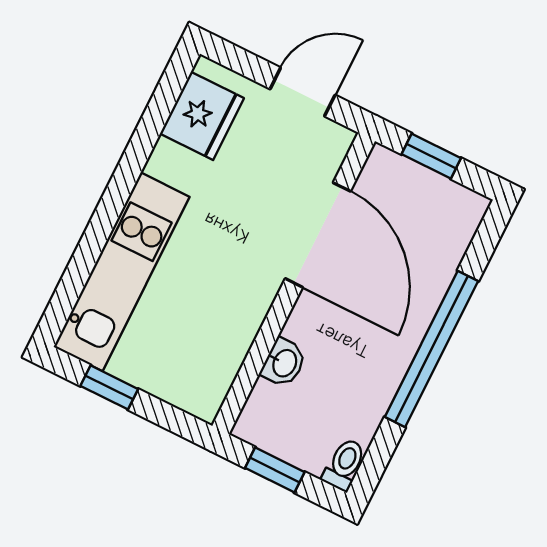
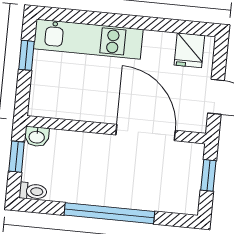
fridge: (202, 116) -> (189, 50), width x0.72
door: (318, 235) -> (146, 133), swing flipped
washbasin: (284, 363) -> (37, 137), moved

